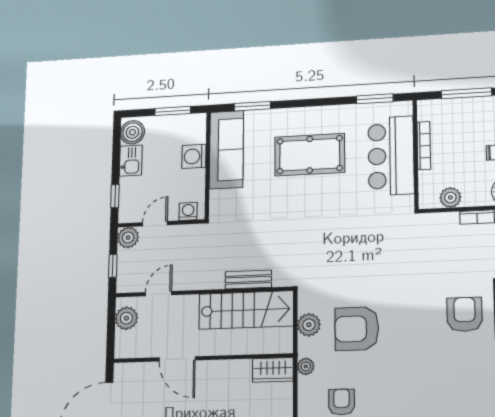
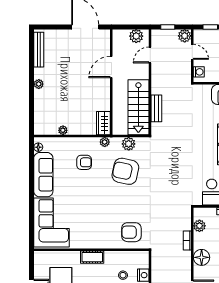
door: (158, 294) -> (150, 55), swing flipped
armchair: (465, 314) -> (131, 232), turned 180
armchair: (357, 329) -> (125, 171), turned -78

